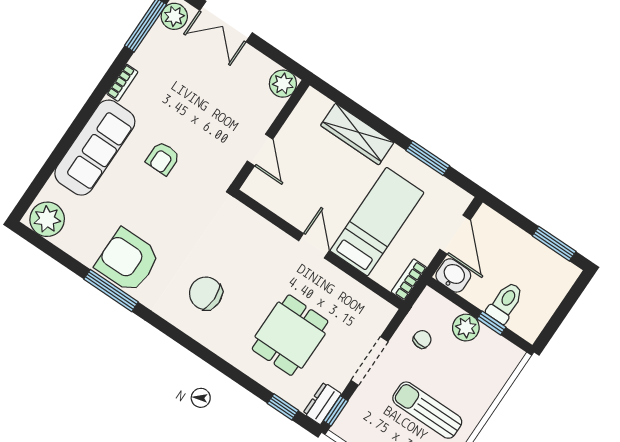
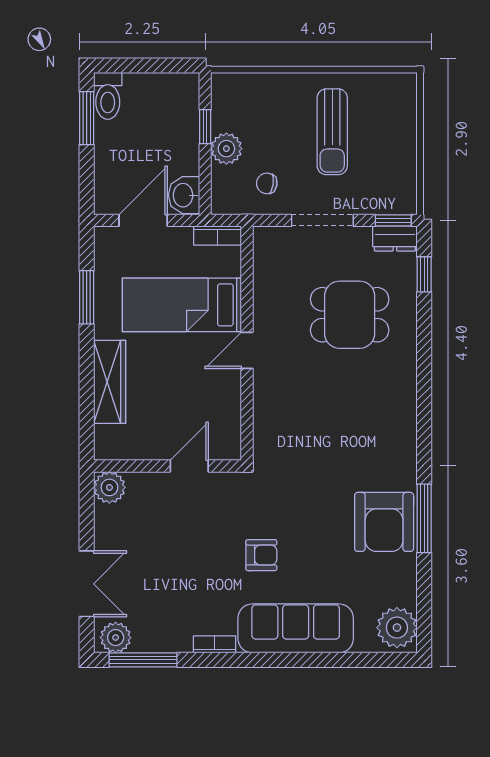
chair: (206, 293) -> (364, 424), removed
toilet: (505, 303) -> (108, 96), moved, turned -90

